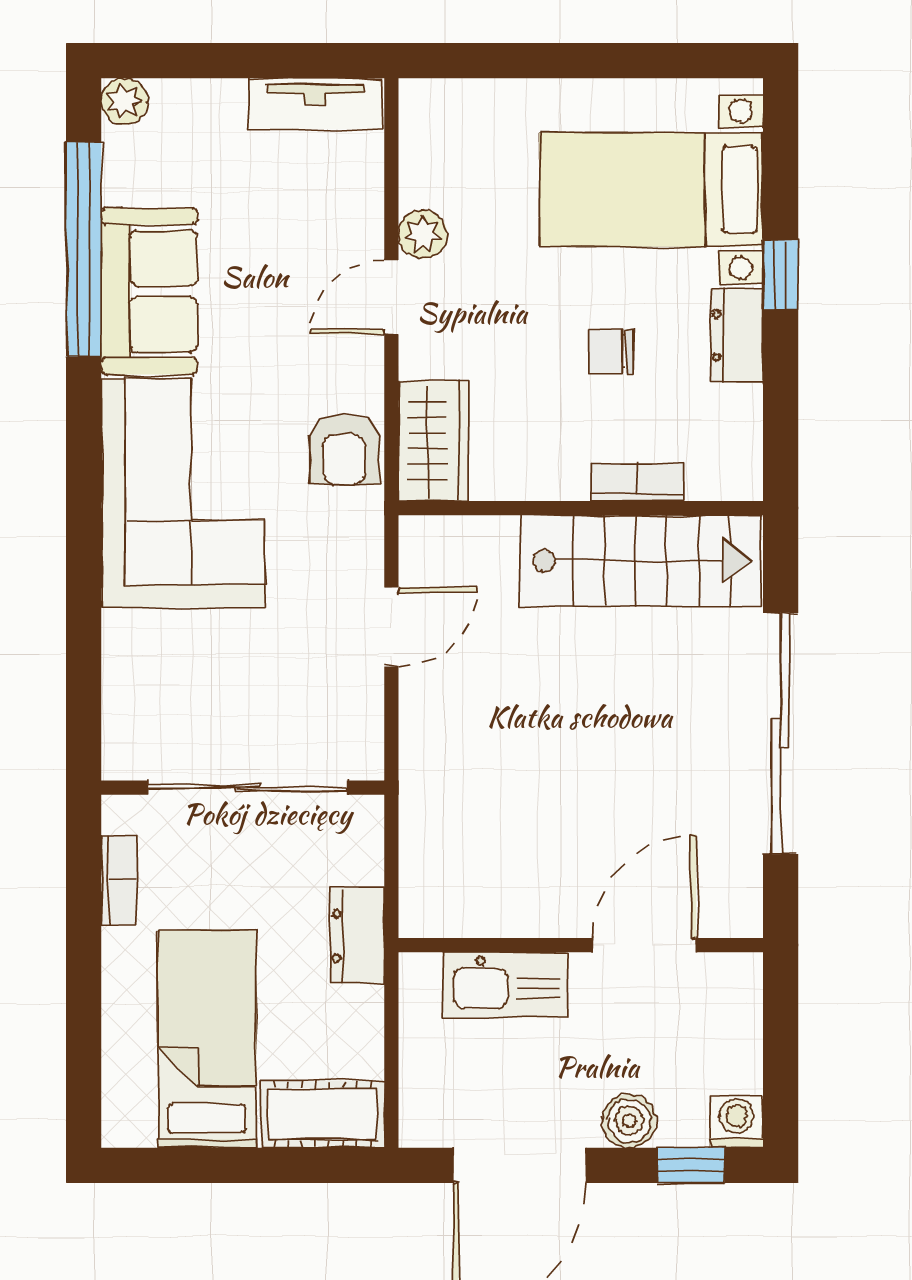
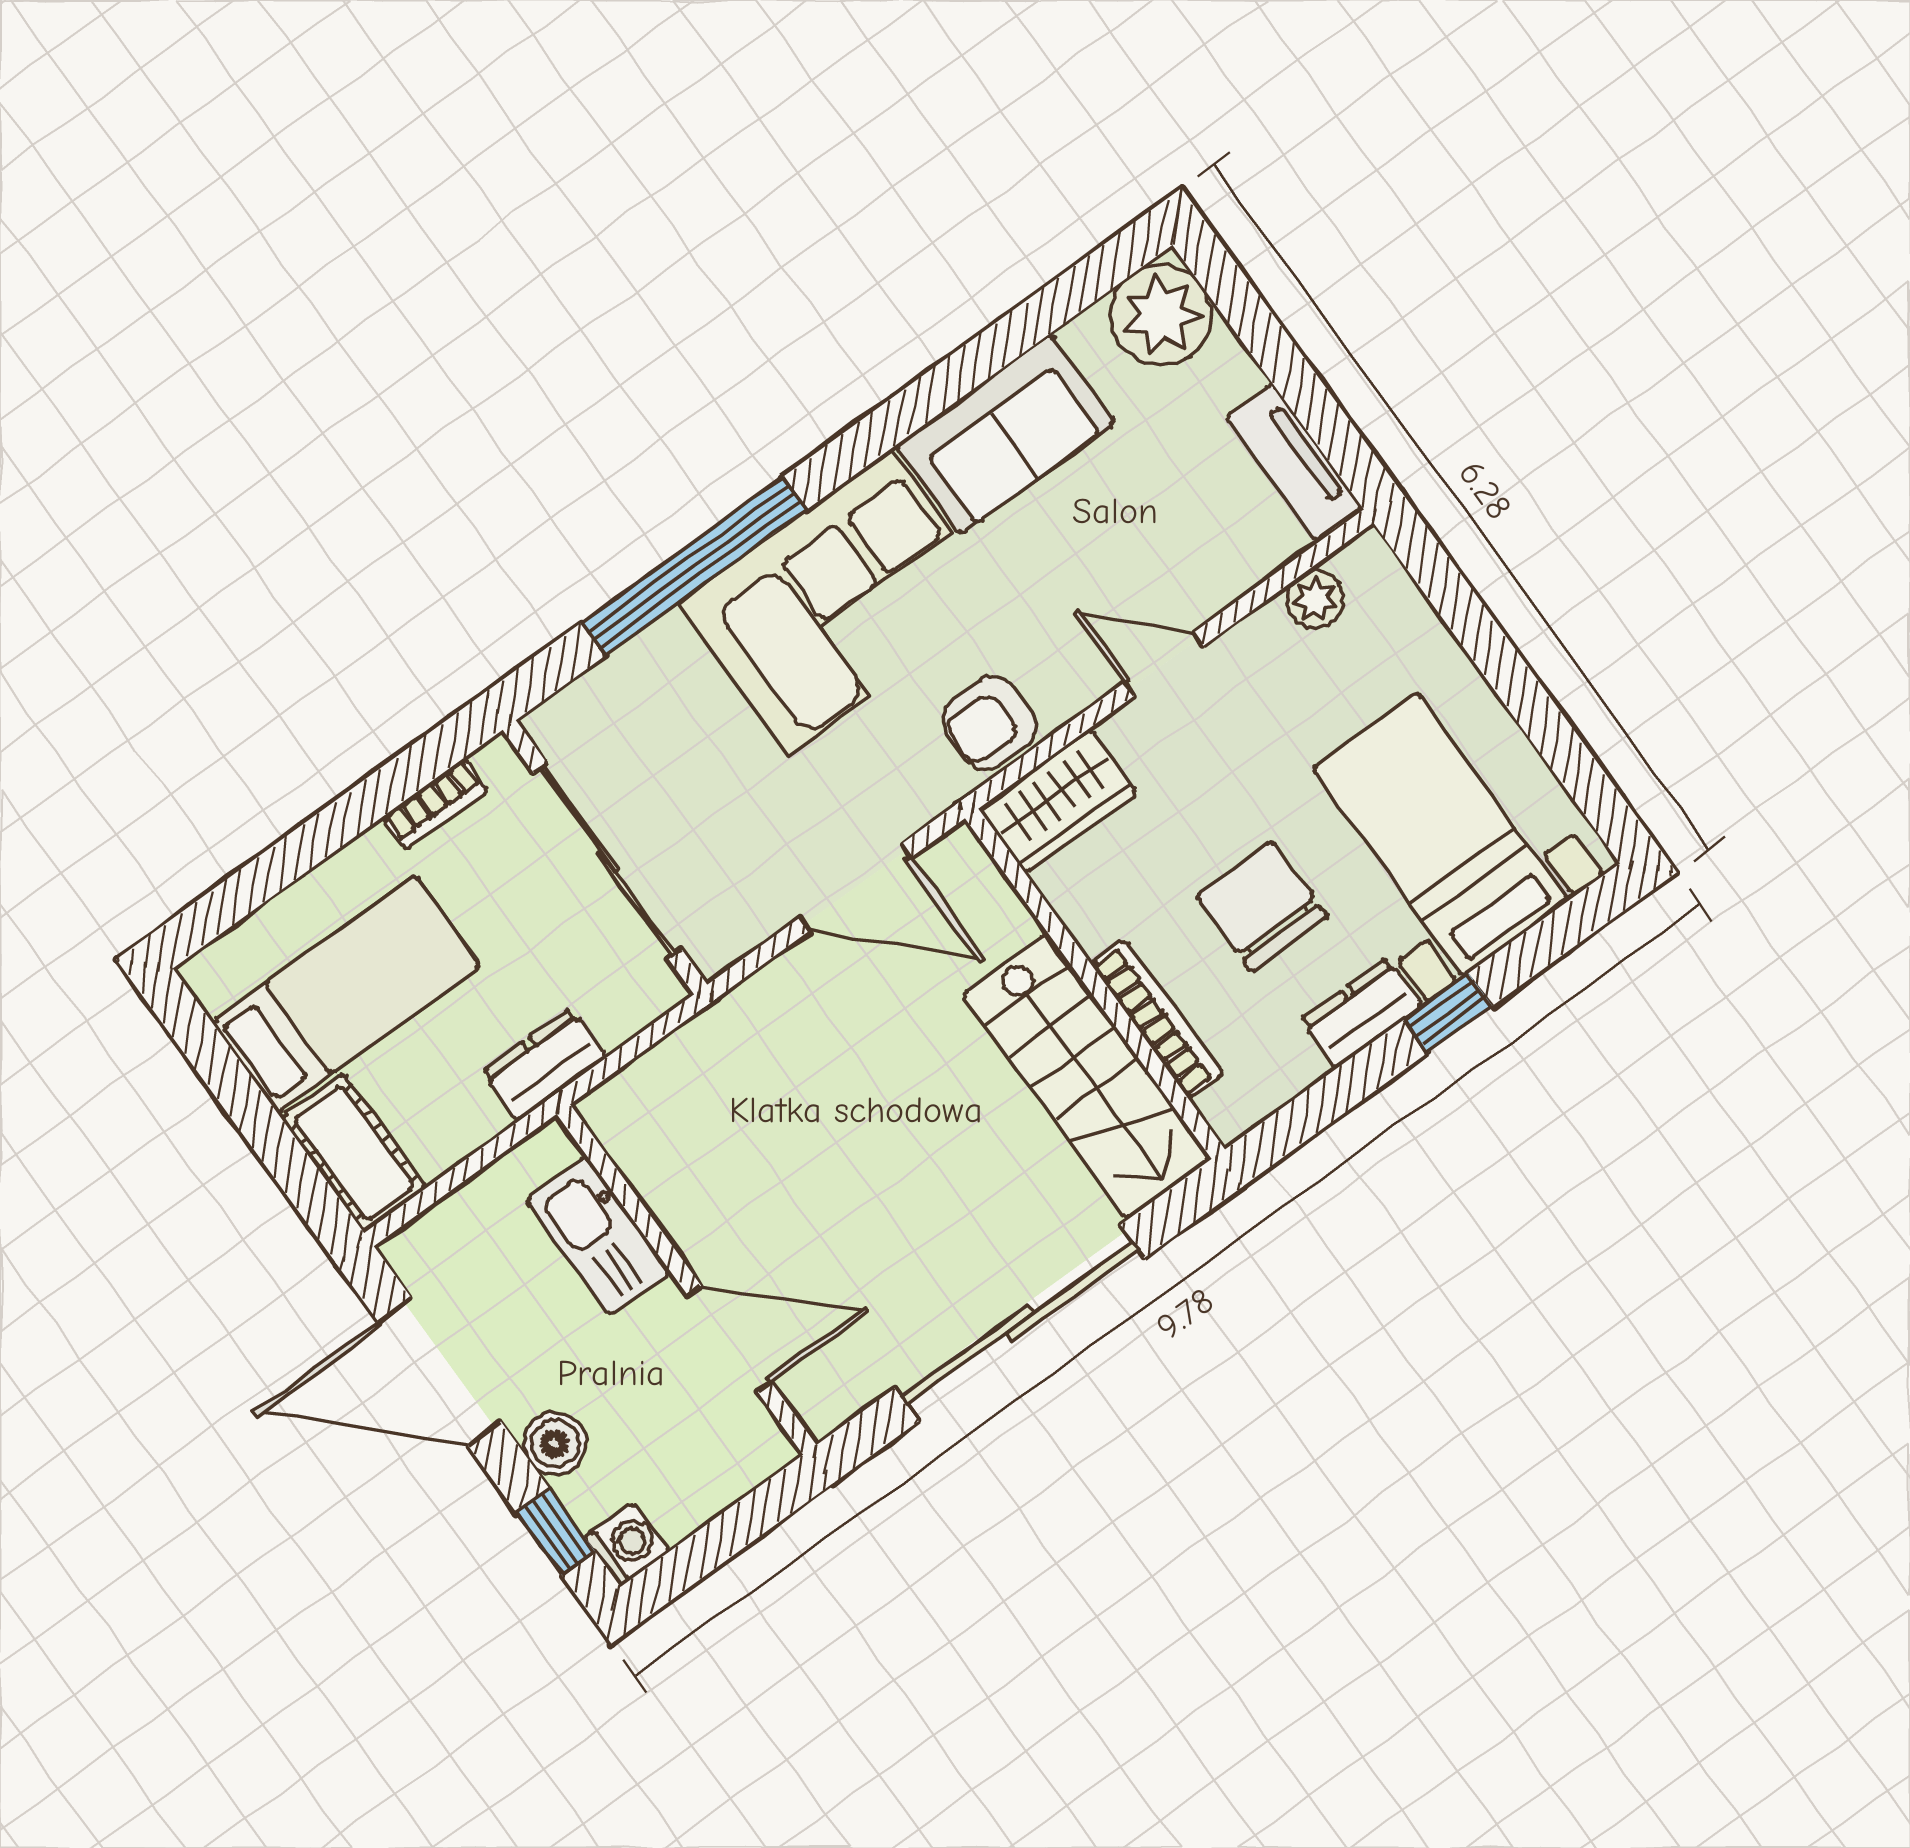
plant: (124, 101) -> (1161, 315), width x1.88, depth x1.88
plant: (423, 234) -> (1315, 600), moved
window: (84, 249) -> (694, 566), moved
chair: (611, 351) -> (1262, 906), width x1.87, depth x1.87
bookcase: (637, 482) -> (1157, 1019), width x1.56
door: (391, 627) -> (856, 887), width x1.38

